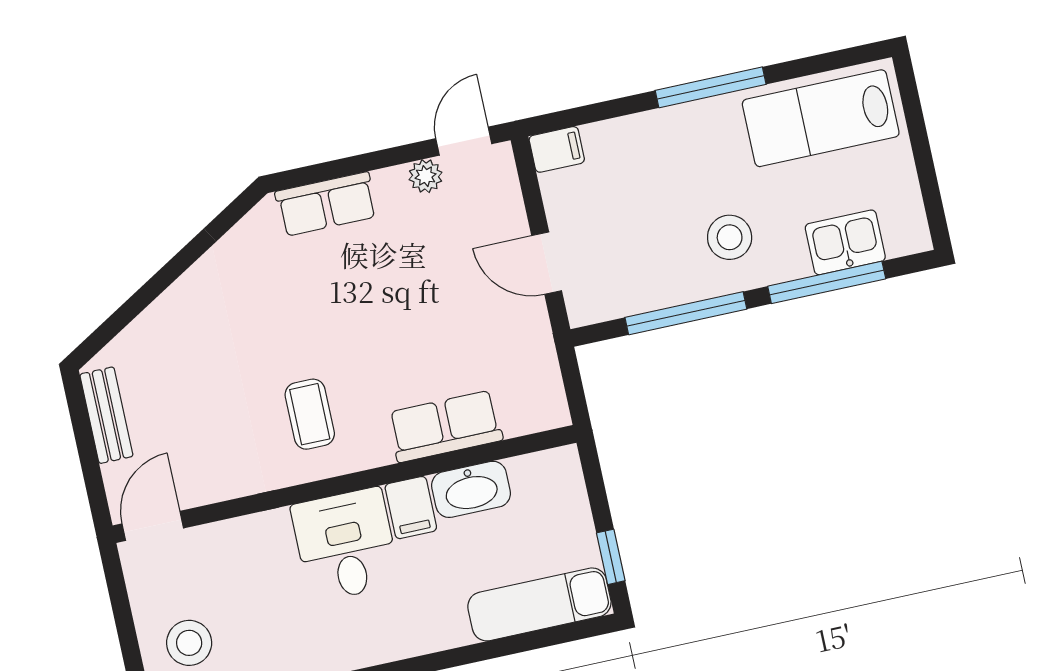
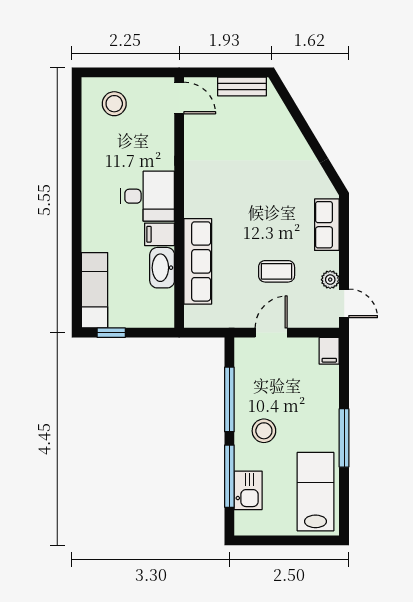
coffee table: (310, 414) -> (277, 271), moved
row of seats: (445, 426) -> (198, 261), width x1.48

